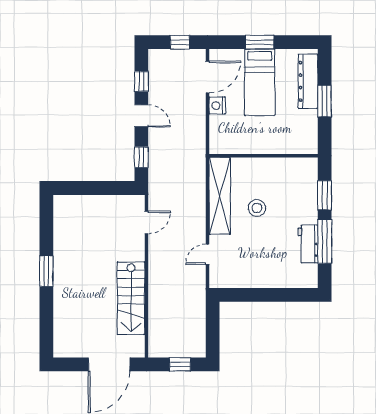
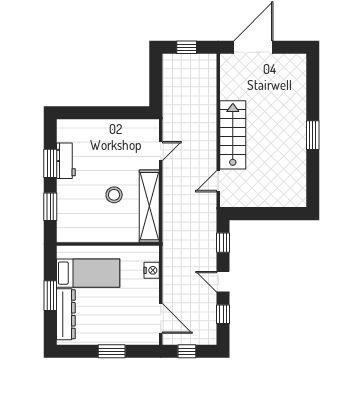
door: (208, 77) -> (161, 318), swing flipped
bed: (260, 82) -> (88, 273), moved, turned 90
nightstand: (217, 105) -> (152, 270), moved
window: (325, 241) -> (50, 163), width x0.69
stairs: (131, 298) -> (233, 135), moved

